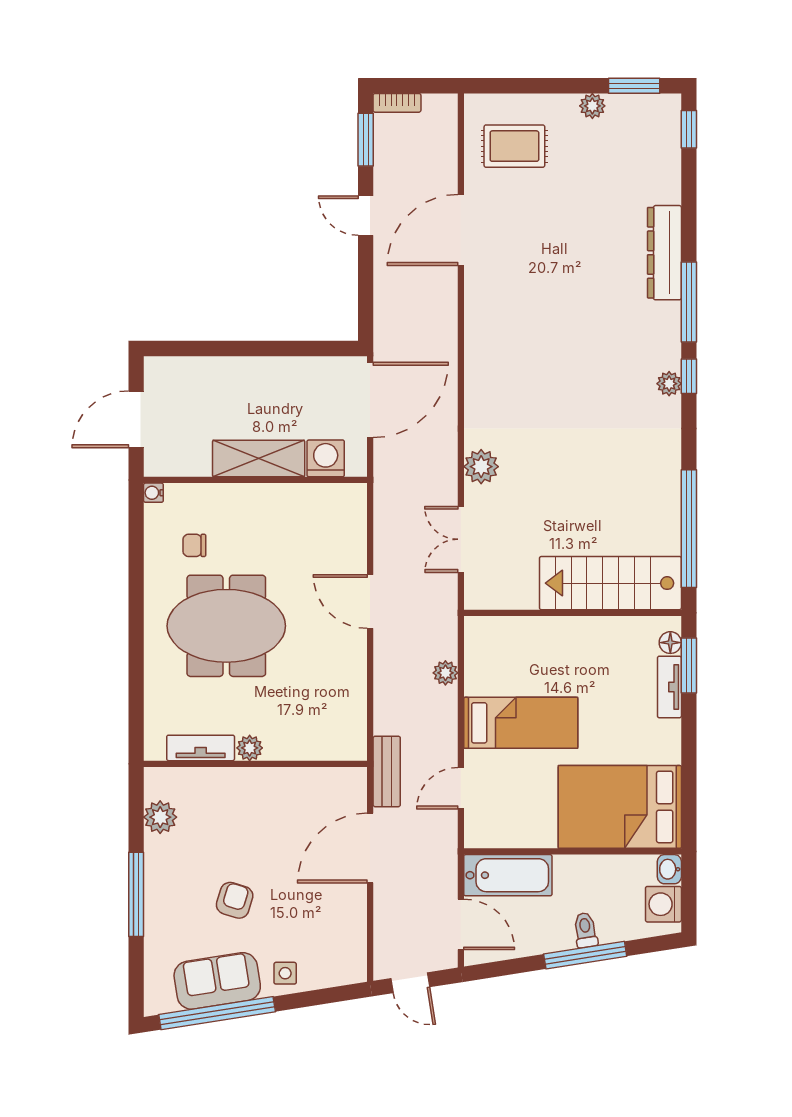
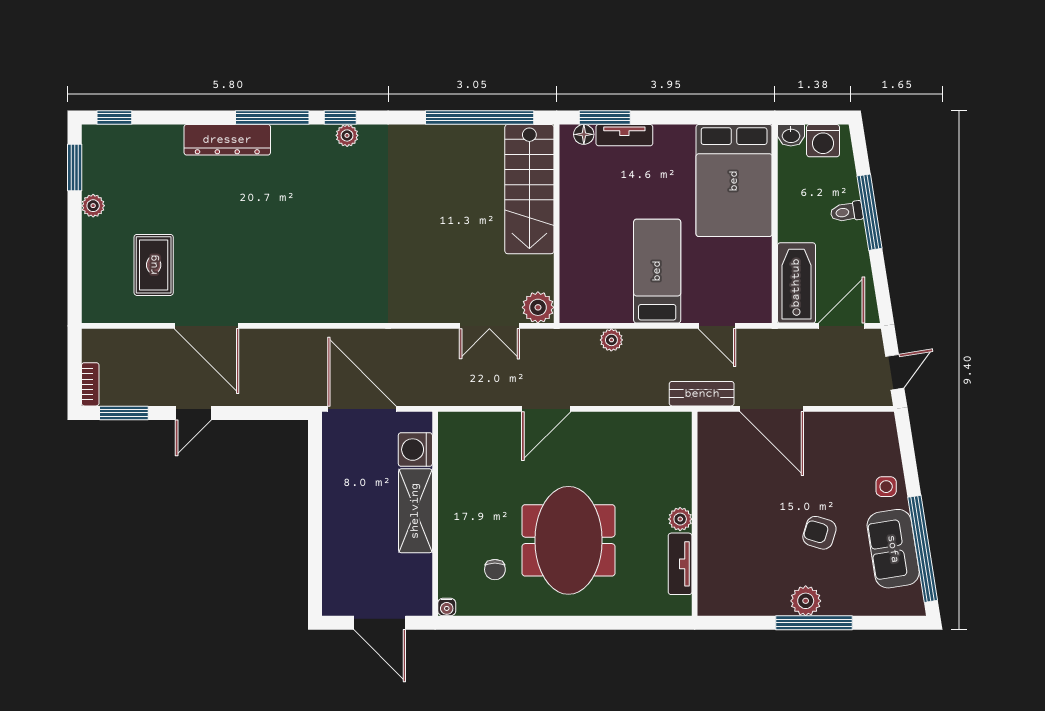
rug: (514, 146) -> (154, 265), moved
plant: (481, 467) -> (538, 307), moved
plant: (160, 817) -> (806, 601), moved

